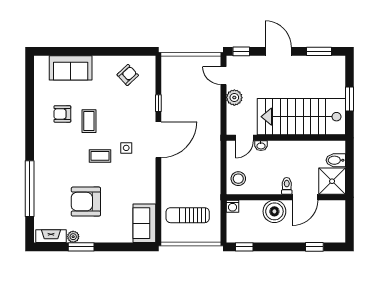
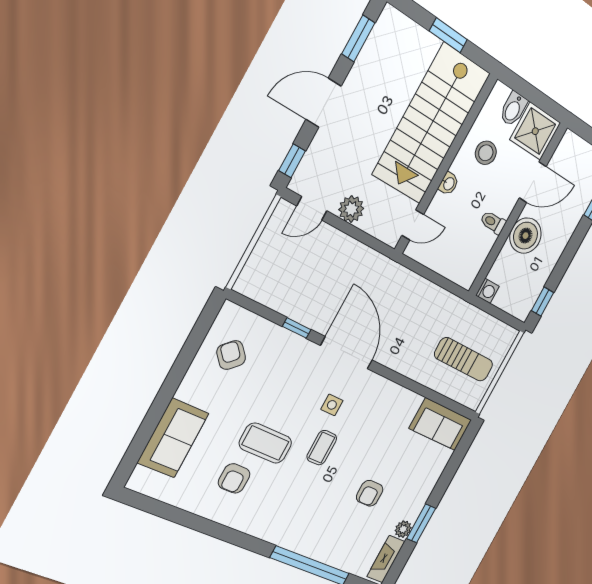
coffee table: (89, 121) -> (265, 443), width x1.36, depth x1.30
door: (244, 138) -> (413, 225), hinge flipped
washbasin: (261, 146) -> (449, 184), moved
stool: (238, 179) -> (486, 153), moved
toilet: (287, 186) -> (493, 222), moved
door: (305, 197) -> (533, 182), hinge flipped
armchair: (86, 202) -> (370, 493), width x0.53, depth x0.53
sun lounger: (188, 215) -> (464, 359), turned -90

